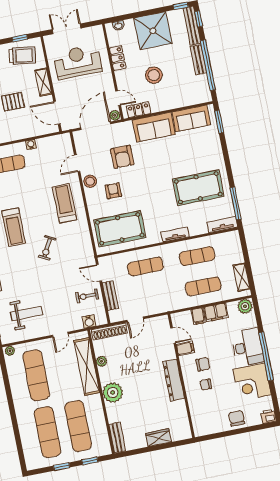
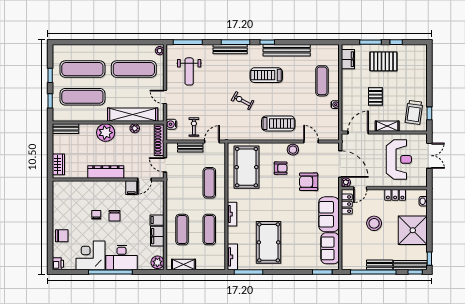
door: (173, 335) -> (145, 179), moved
filing cabinet: (185, 348) -> (131, 188), moved
wall: (181, 376) -> (108, 179), moved
dresser: (174, 380) -> (106, 172), moved

